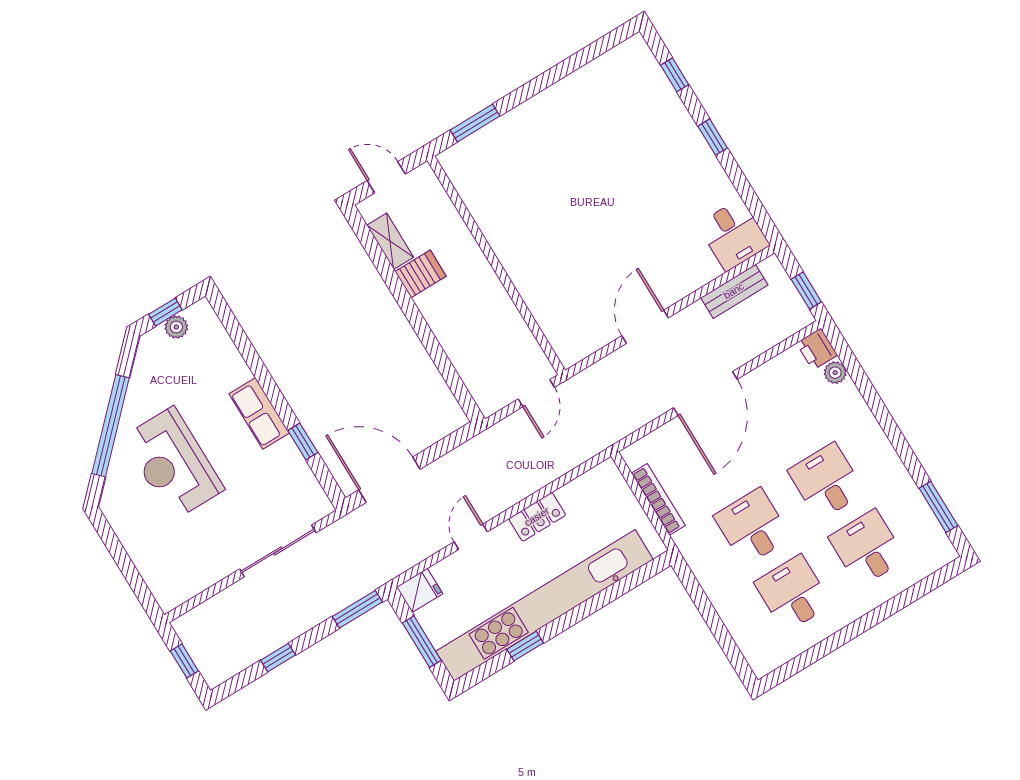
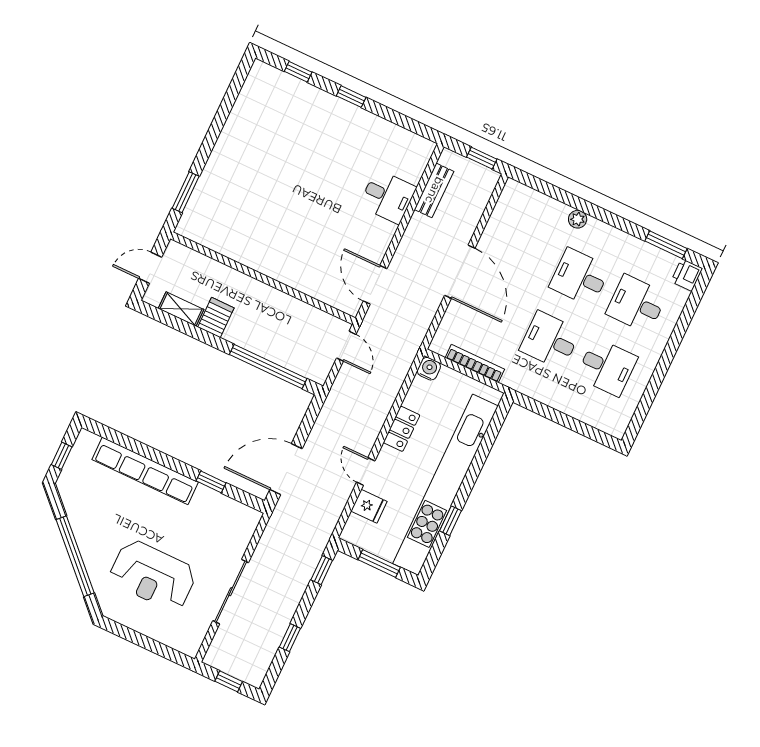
desk: (733, 235) -> (388, 196), moved
plant: (176, 327) -> (76, 461), removed
door: (645, 327) -> (375, 285), moved
printer: (817, 349) -> (687, 275), moved, turned 90
window: (441, 361) -> (268, 366), added
plant: (835, 373) -> (578, 219), moved
row of seats: (259, 413) -> (145, 471), width x2.02
reception desk: (173, 464) -> (153, 575), moved
water cooler: (607, 473) -> (429, 369), added
sliding door: (278, 551) -> (231, 592), moved
fridge: (420, 590) -> (369, 506), moved, turned 90
desk: (793, 593) -> (607, 367), turned 180
window: (357, 609) -> (322, 570), width x0.67

